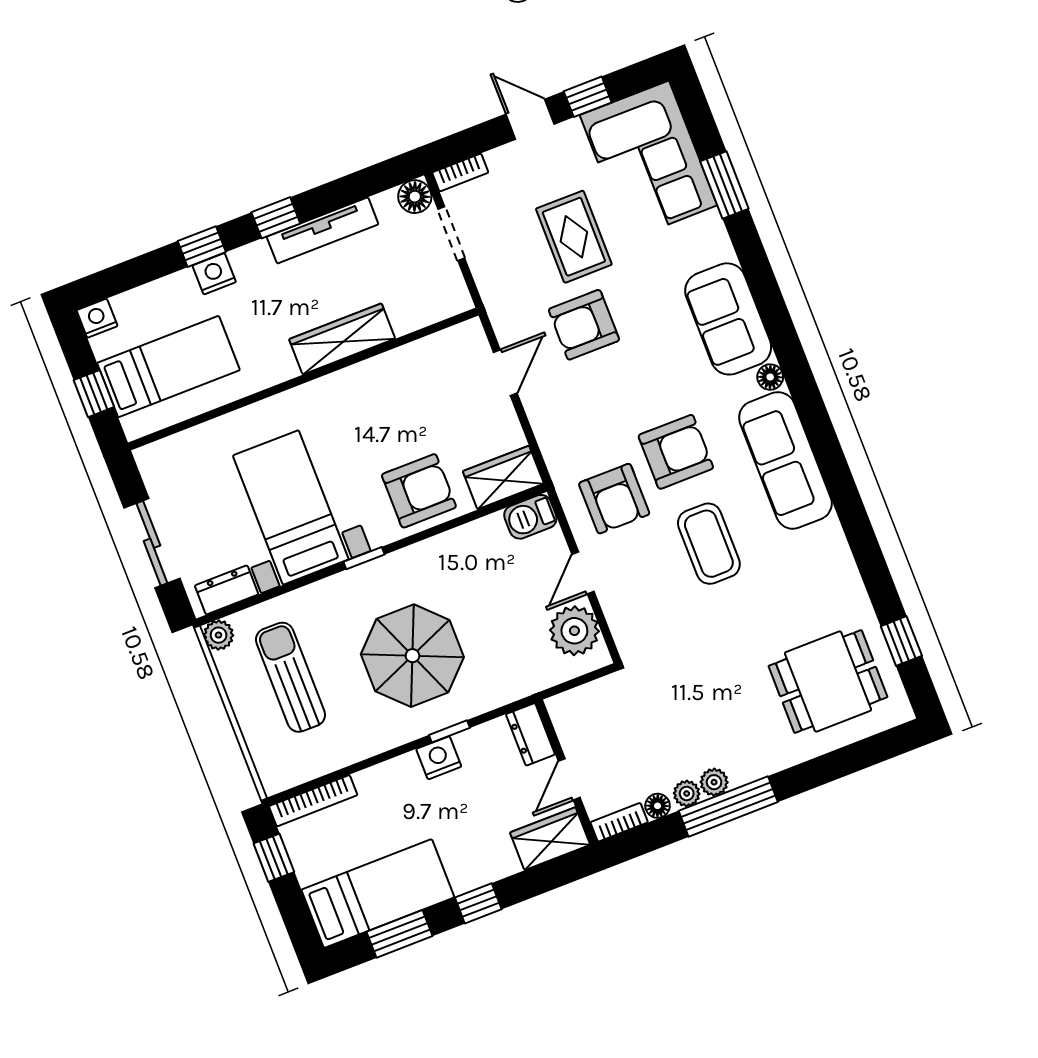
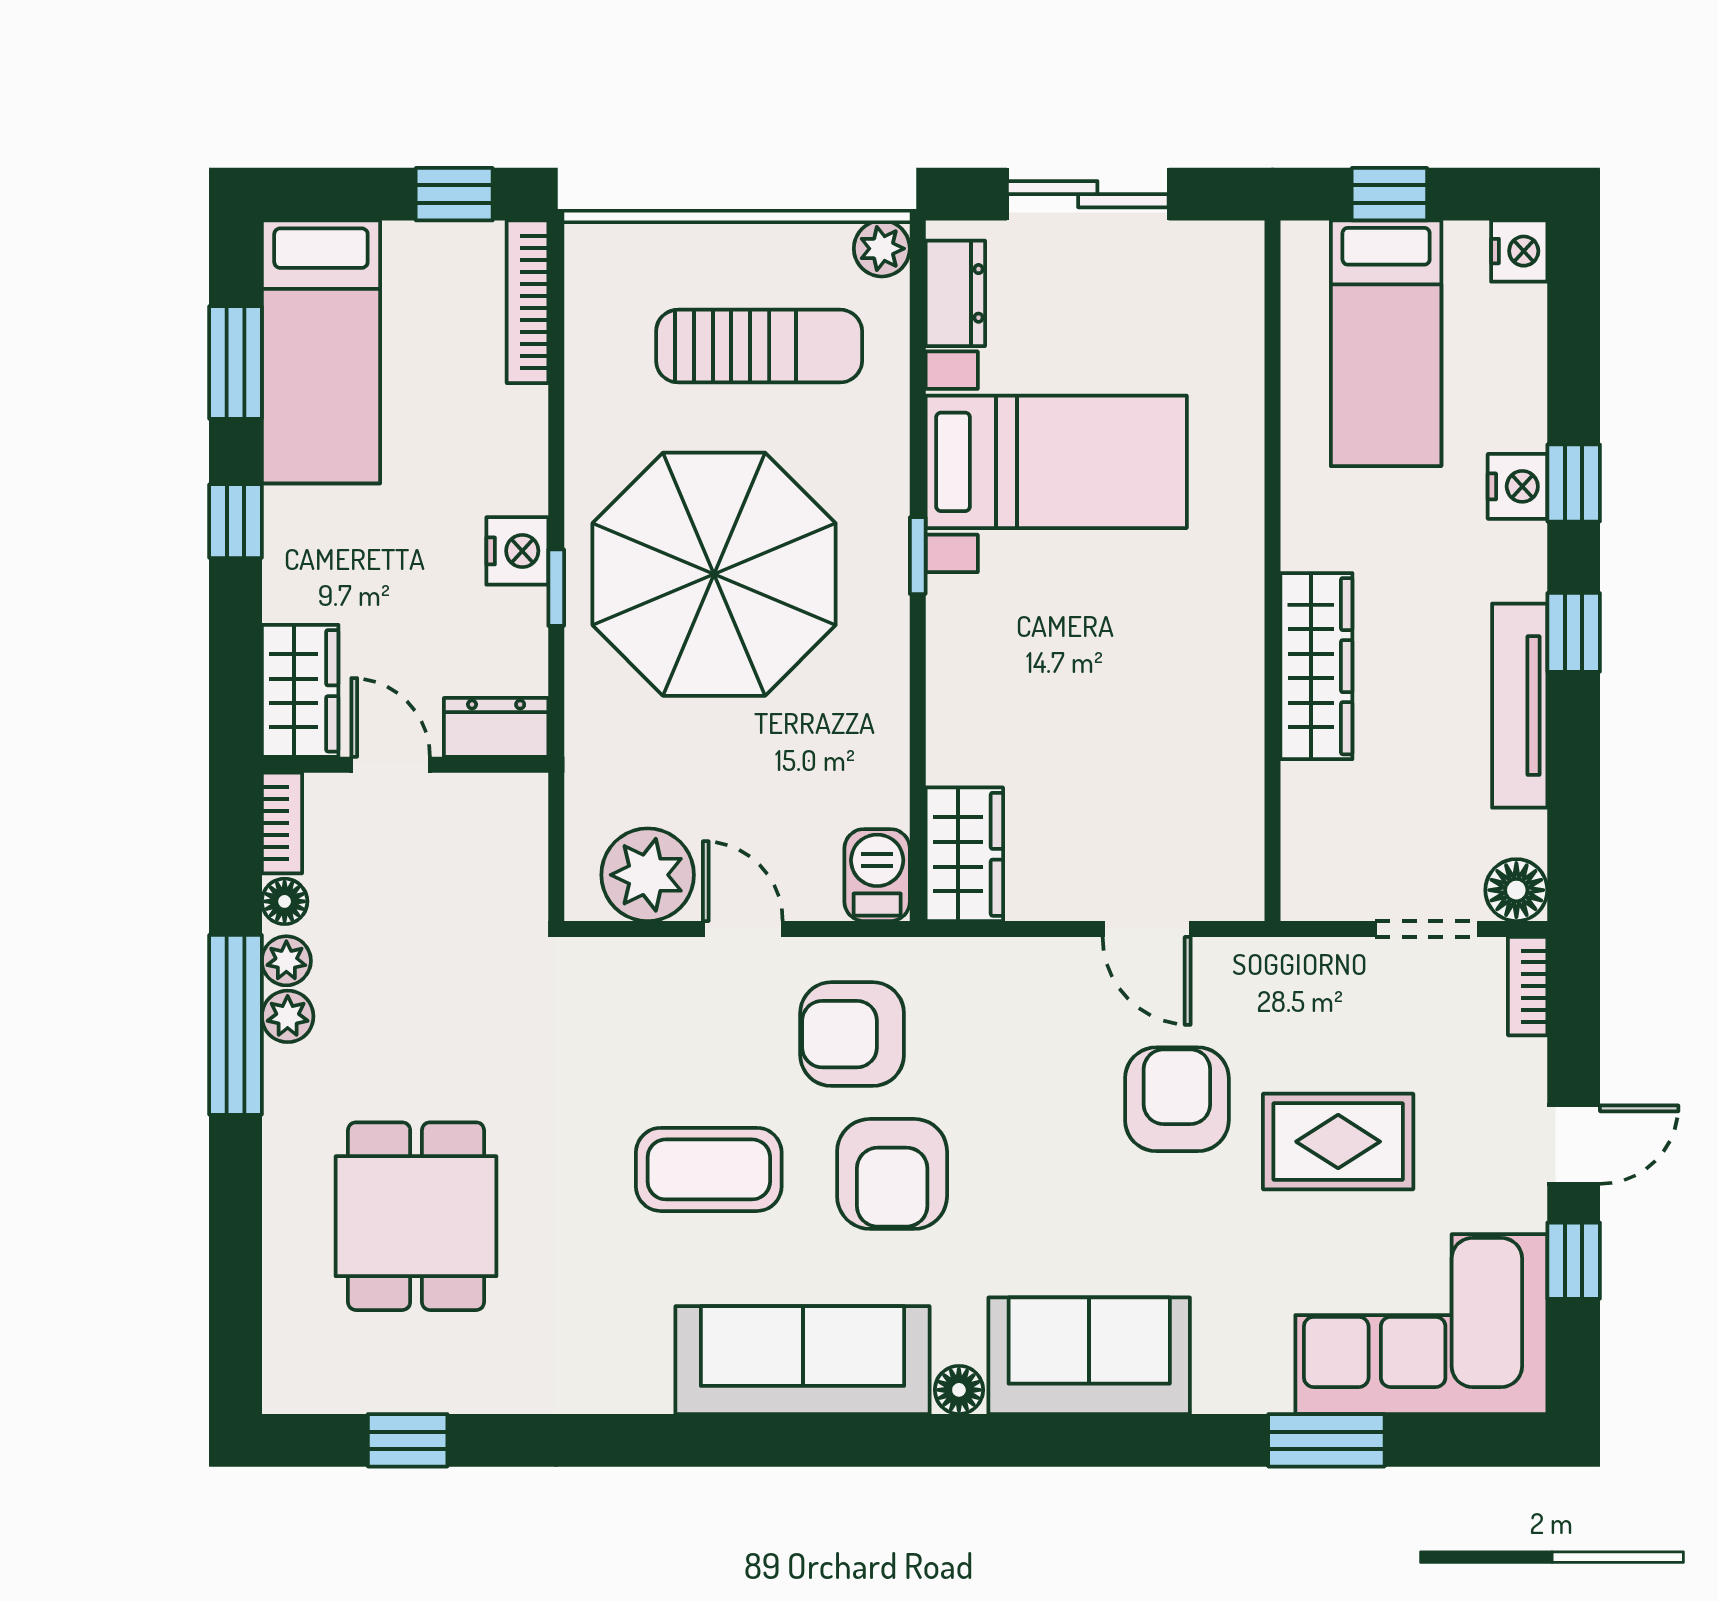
armchair: (419, 491) -> (998, 698), removed
parasol: (412, 656) -> (714, 574), width x1.36, depth x1.36
dining table: (828, 682) -> (416, 1216), moved

